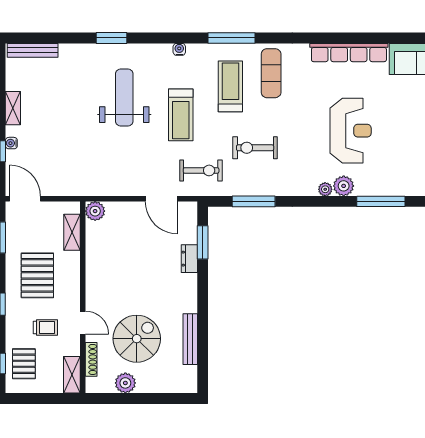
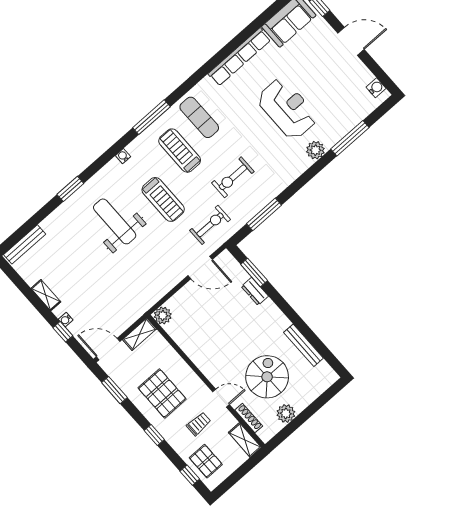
plant: (325, 189) -> (305, 163), removed
shelving: (72, 232) -> (139, 334), moved, turned 90

